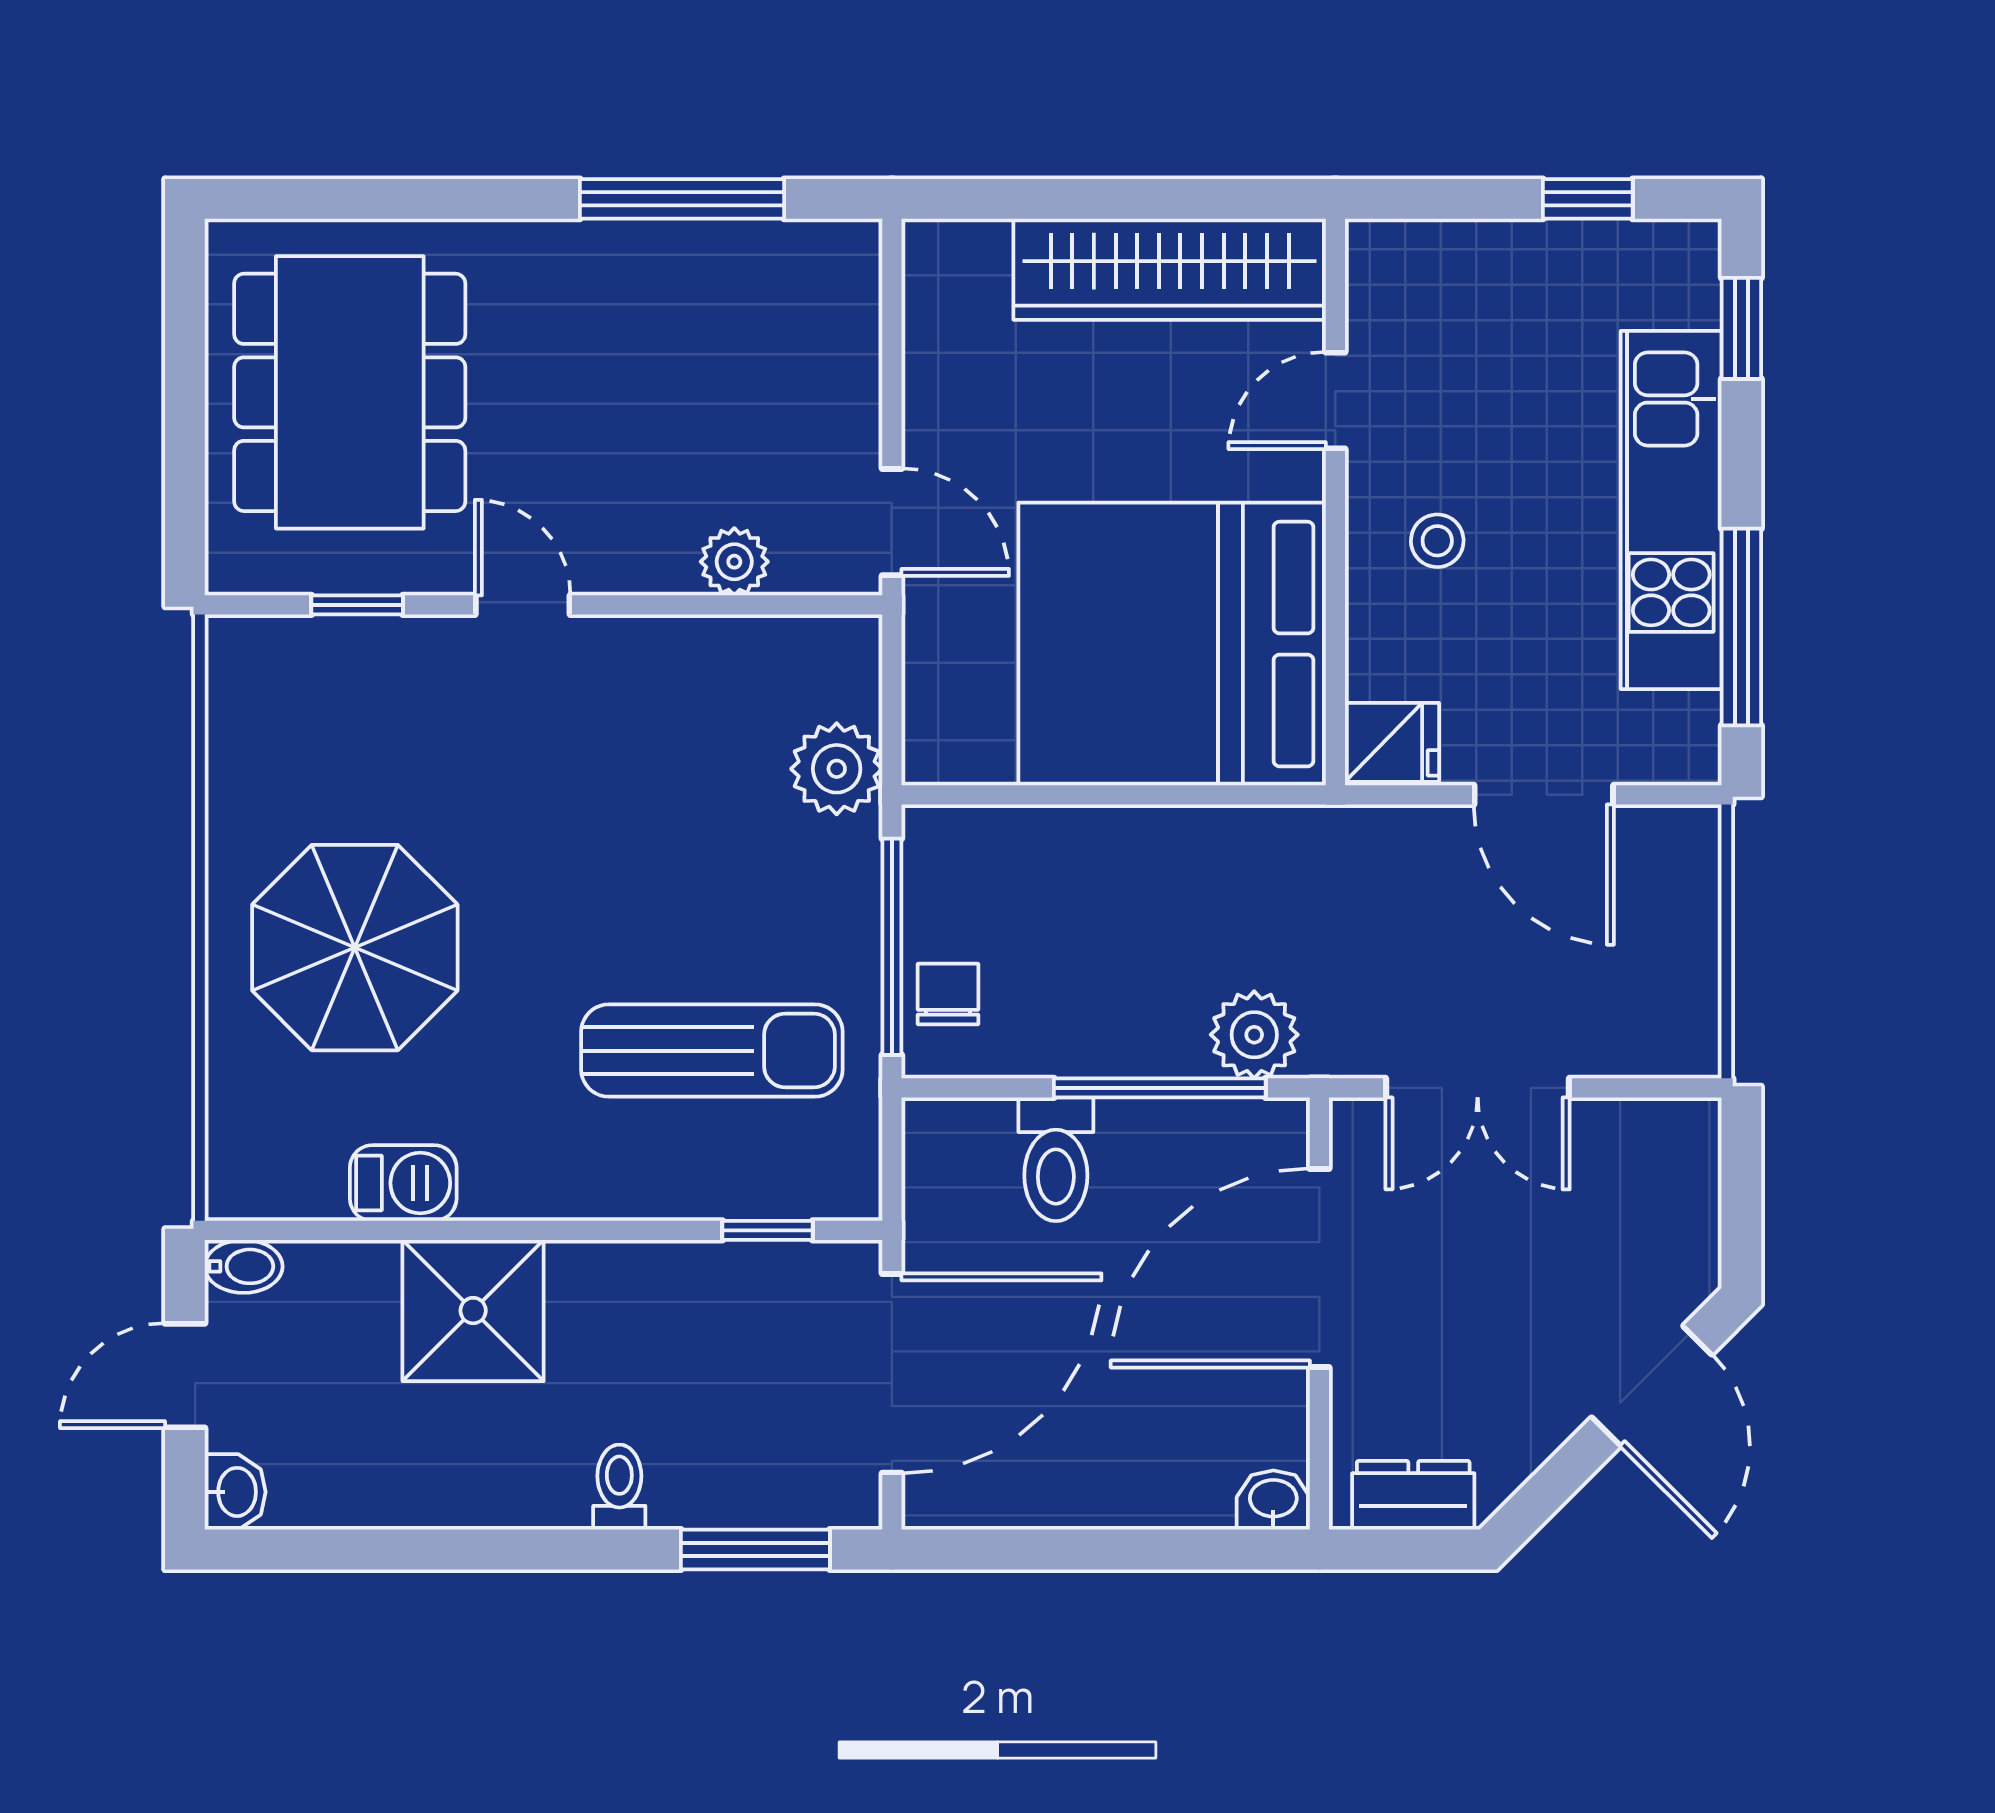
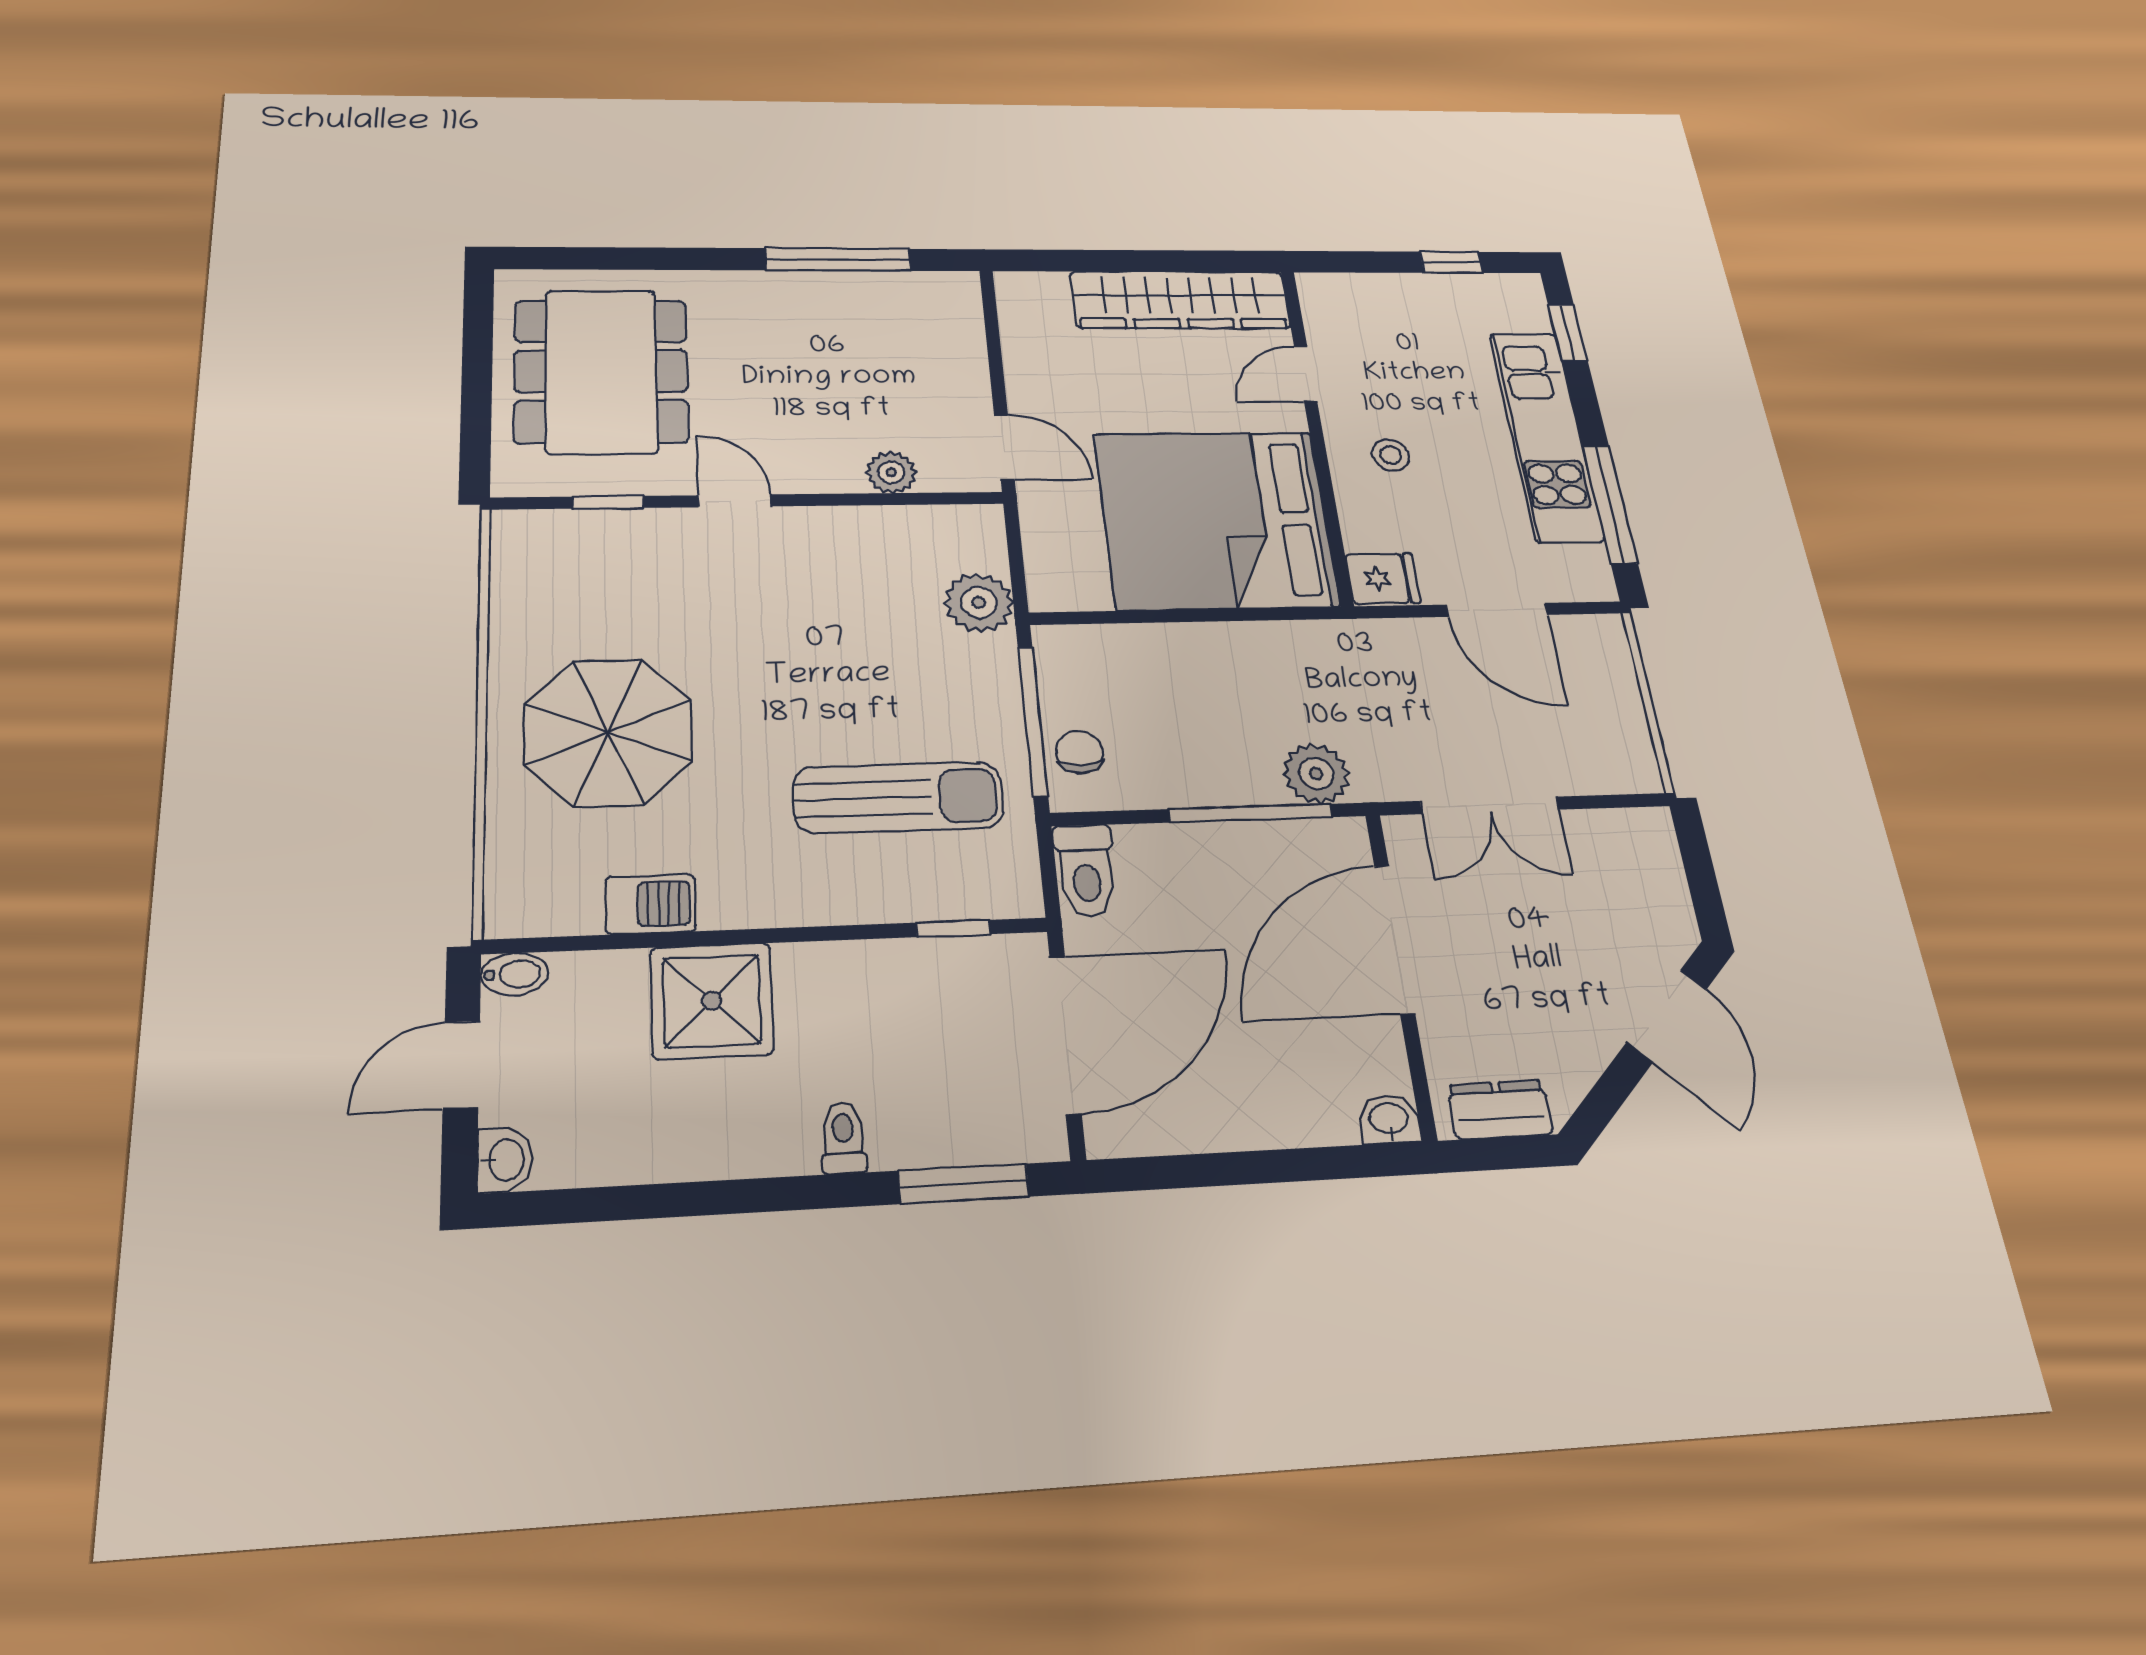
toilet: (1056, 1159) -> (1086, 870), moved

